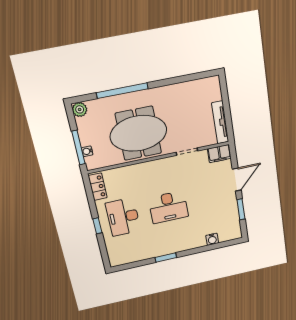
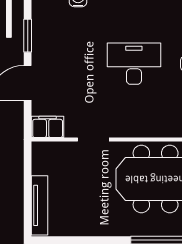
tv unit: (220, 122) -> (40, 205), moved

